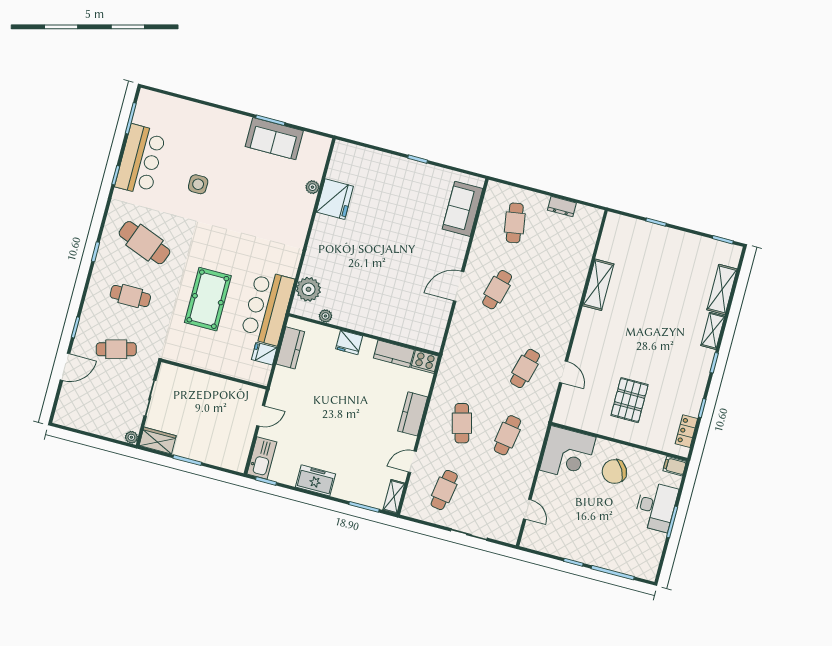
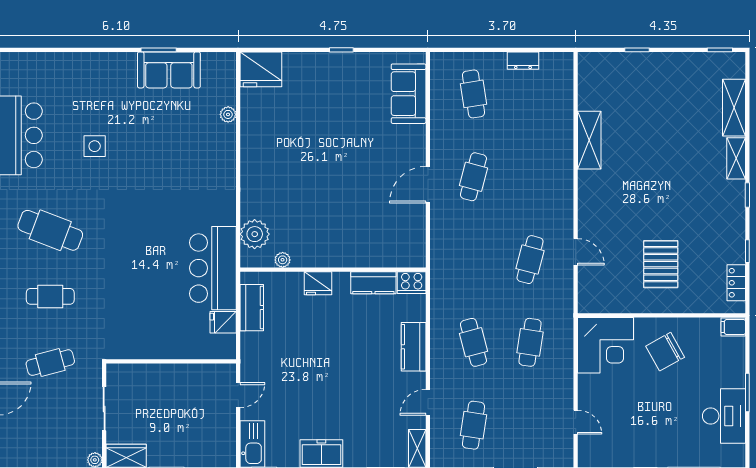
fridge: (335, 199) -> (261, 69), moved, turned 90
pool table: (208, 299) -> (141, 276), removed
desk: (656, 507) -> (724, 416), moved

